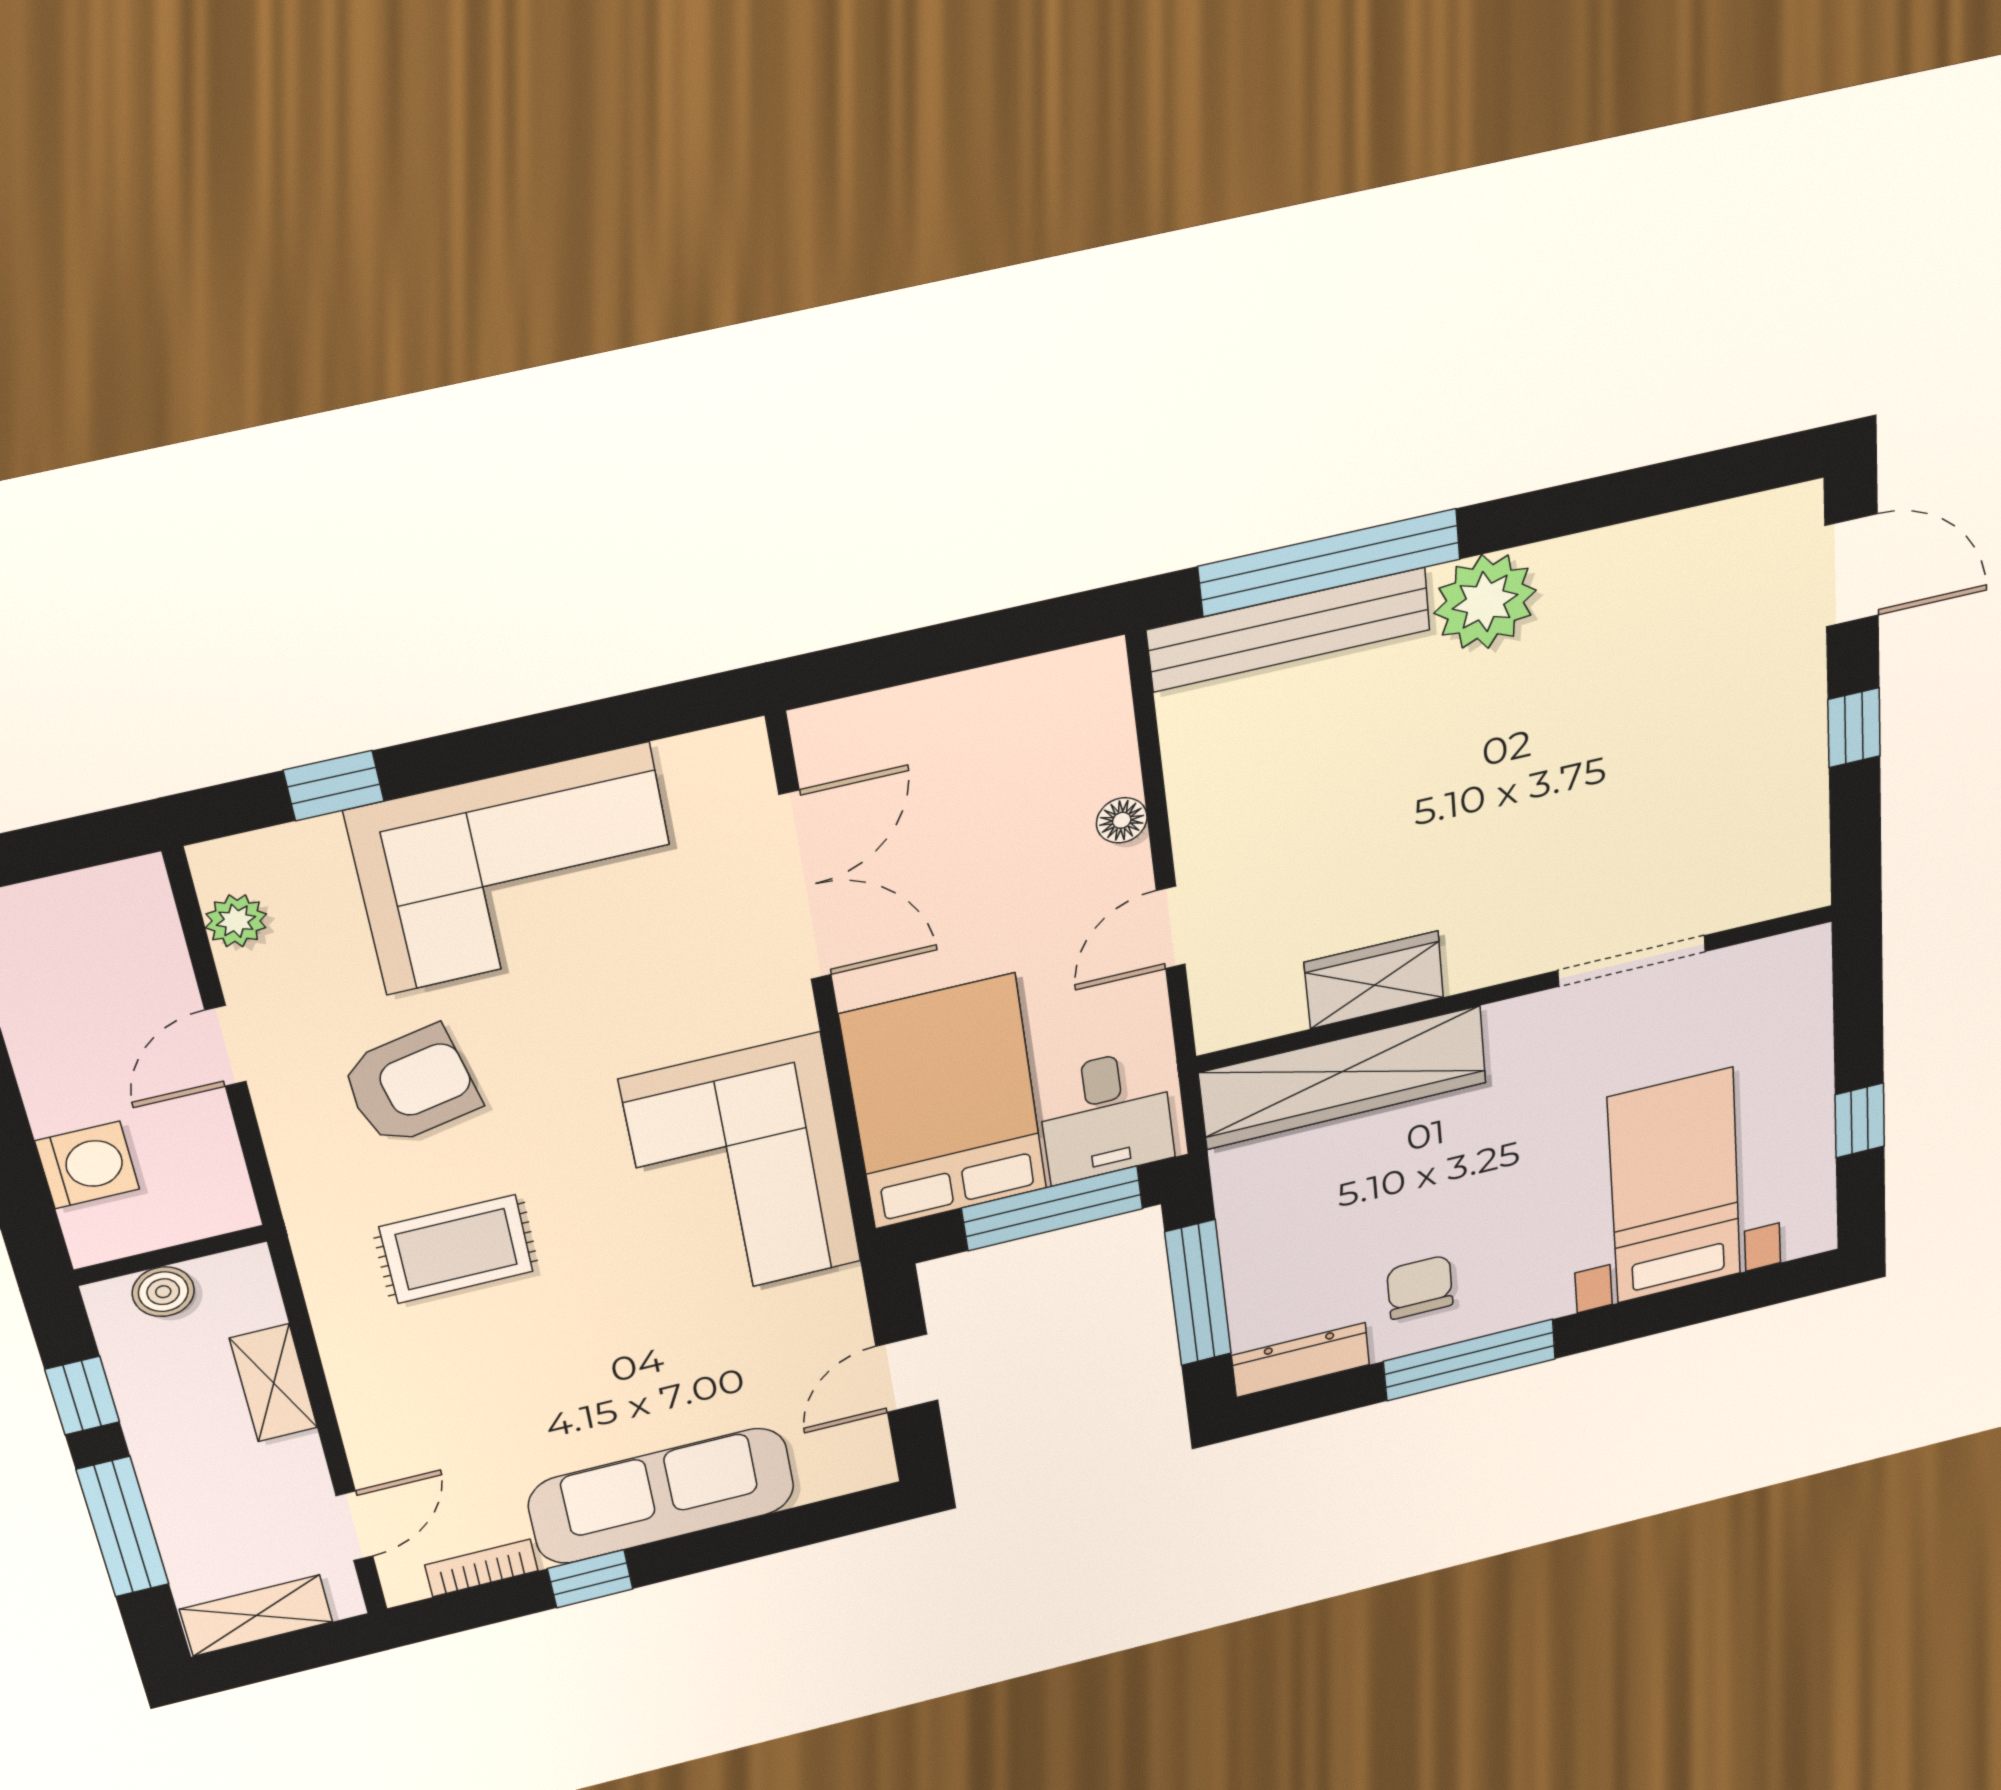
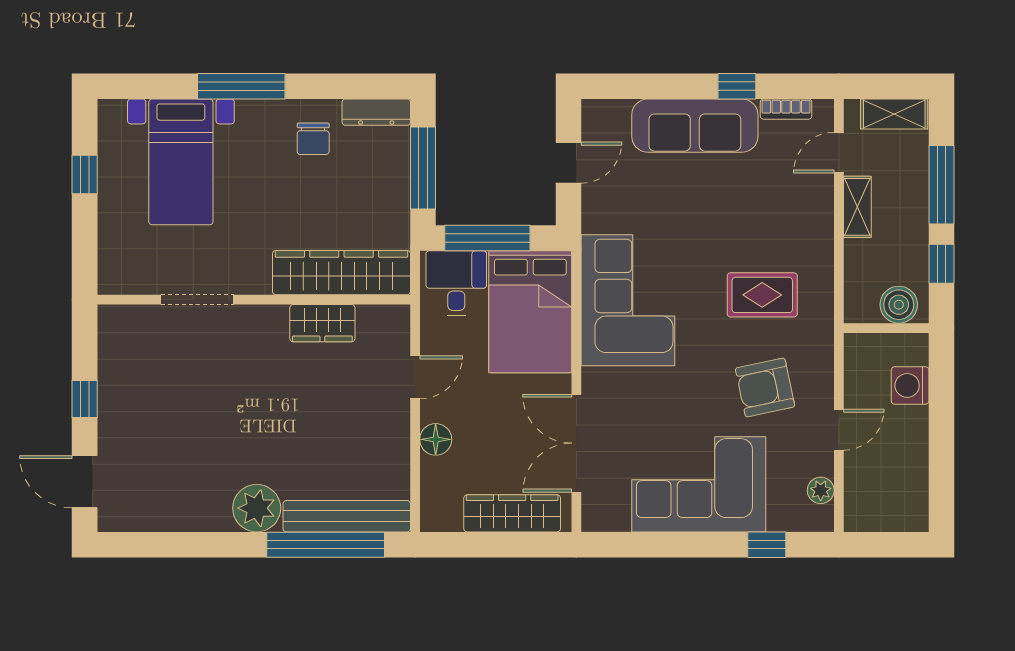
wardrobe: (925, 718) -> (512, 513), added
floor lamp: (1122, 820) -> (436, 439), width x1.37, depth x1.37
boiler: (163, 1292) -> (899, 305), width x1.36, depth x1.36
window: (1470, 1360) -> (241, 86), moved
shelving: (274, 1383) -> (857, 207), moved

